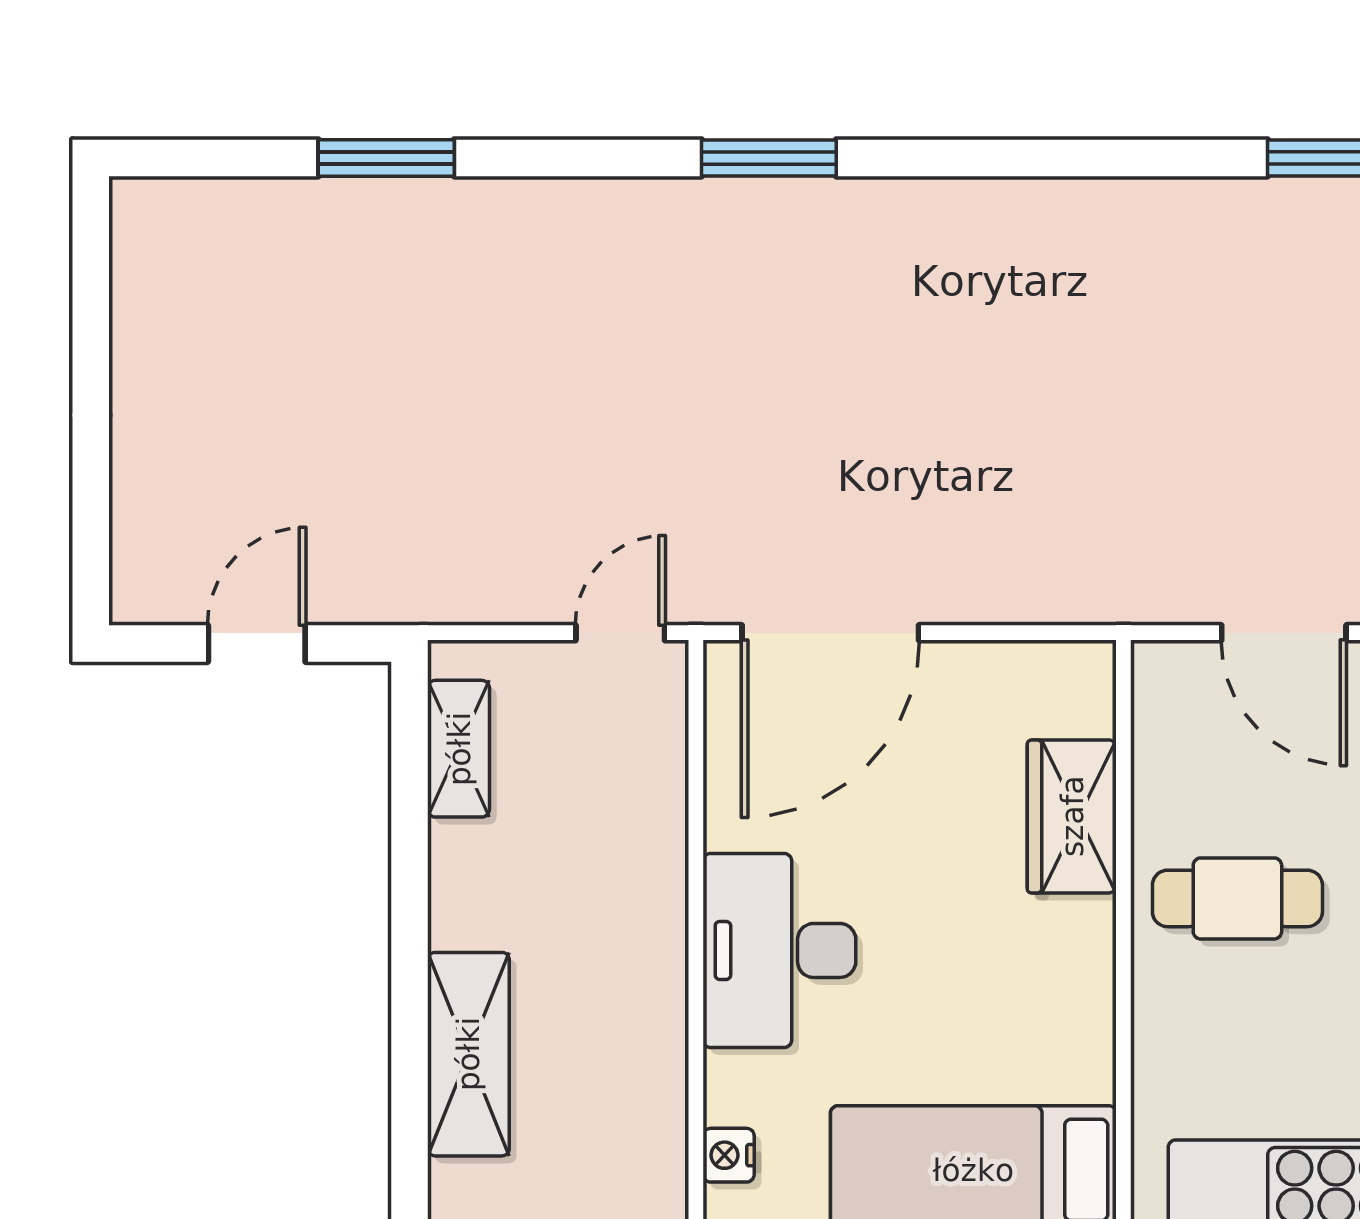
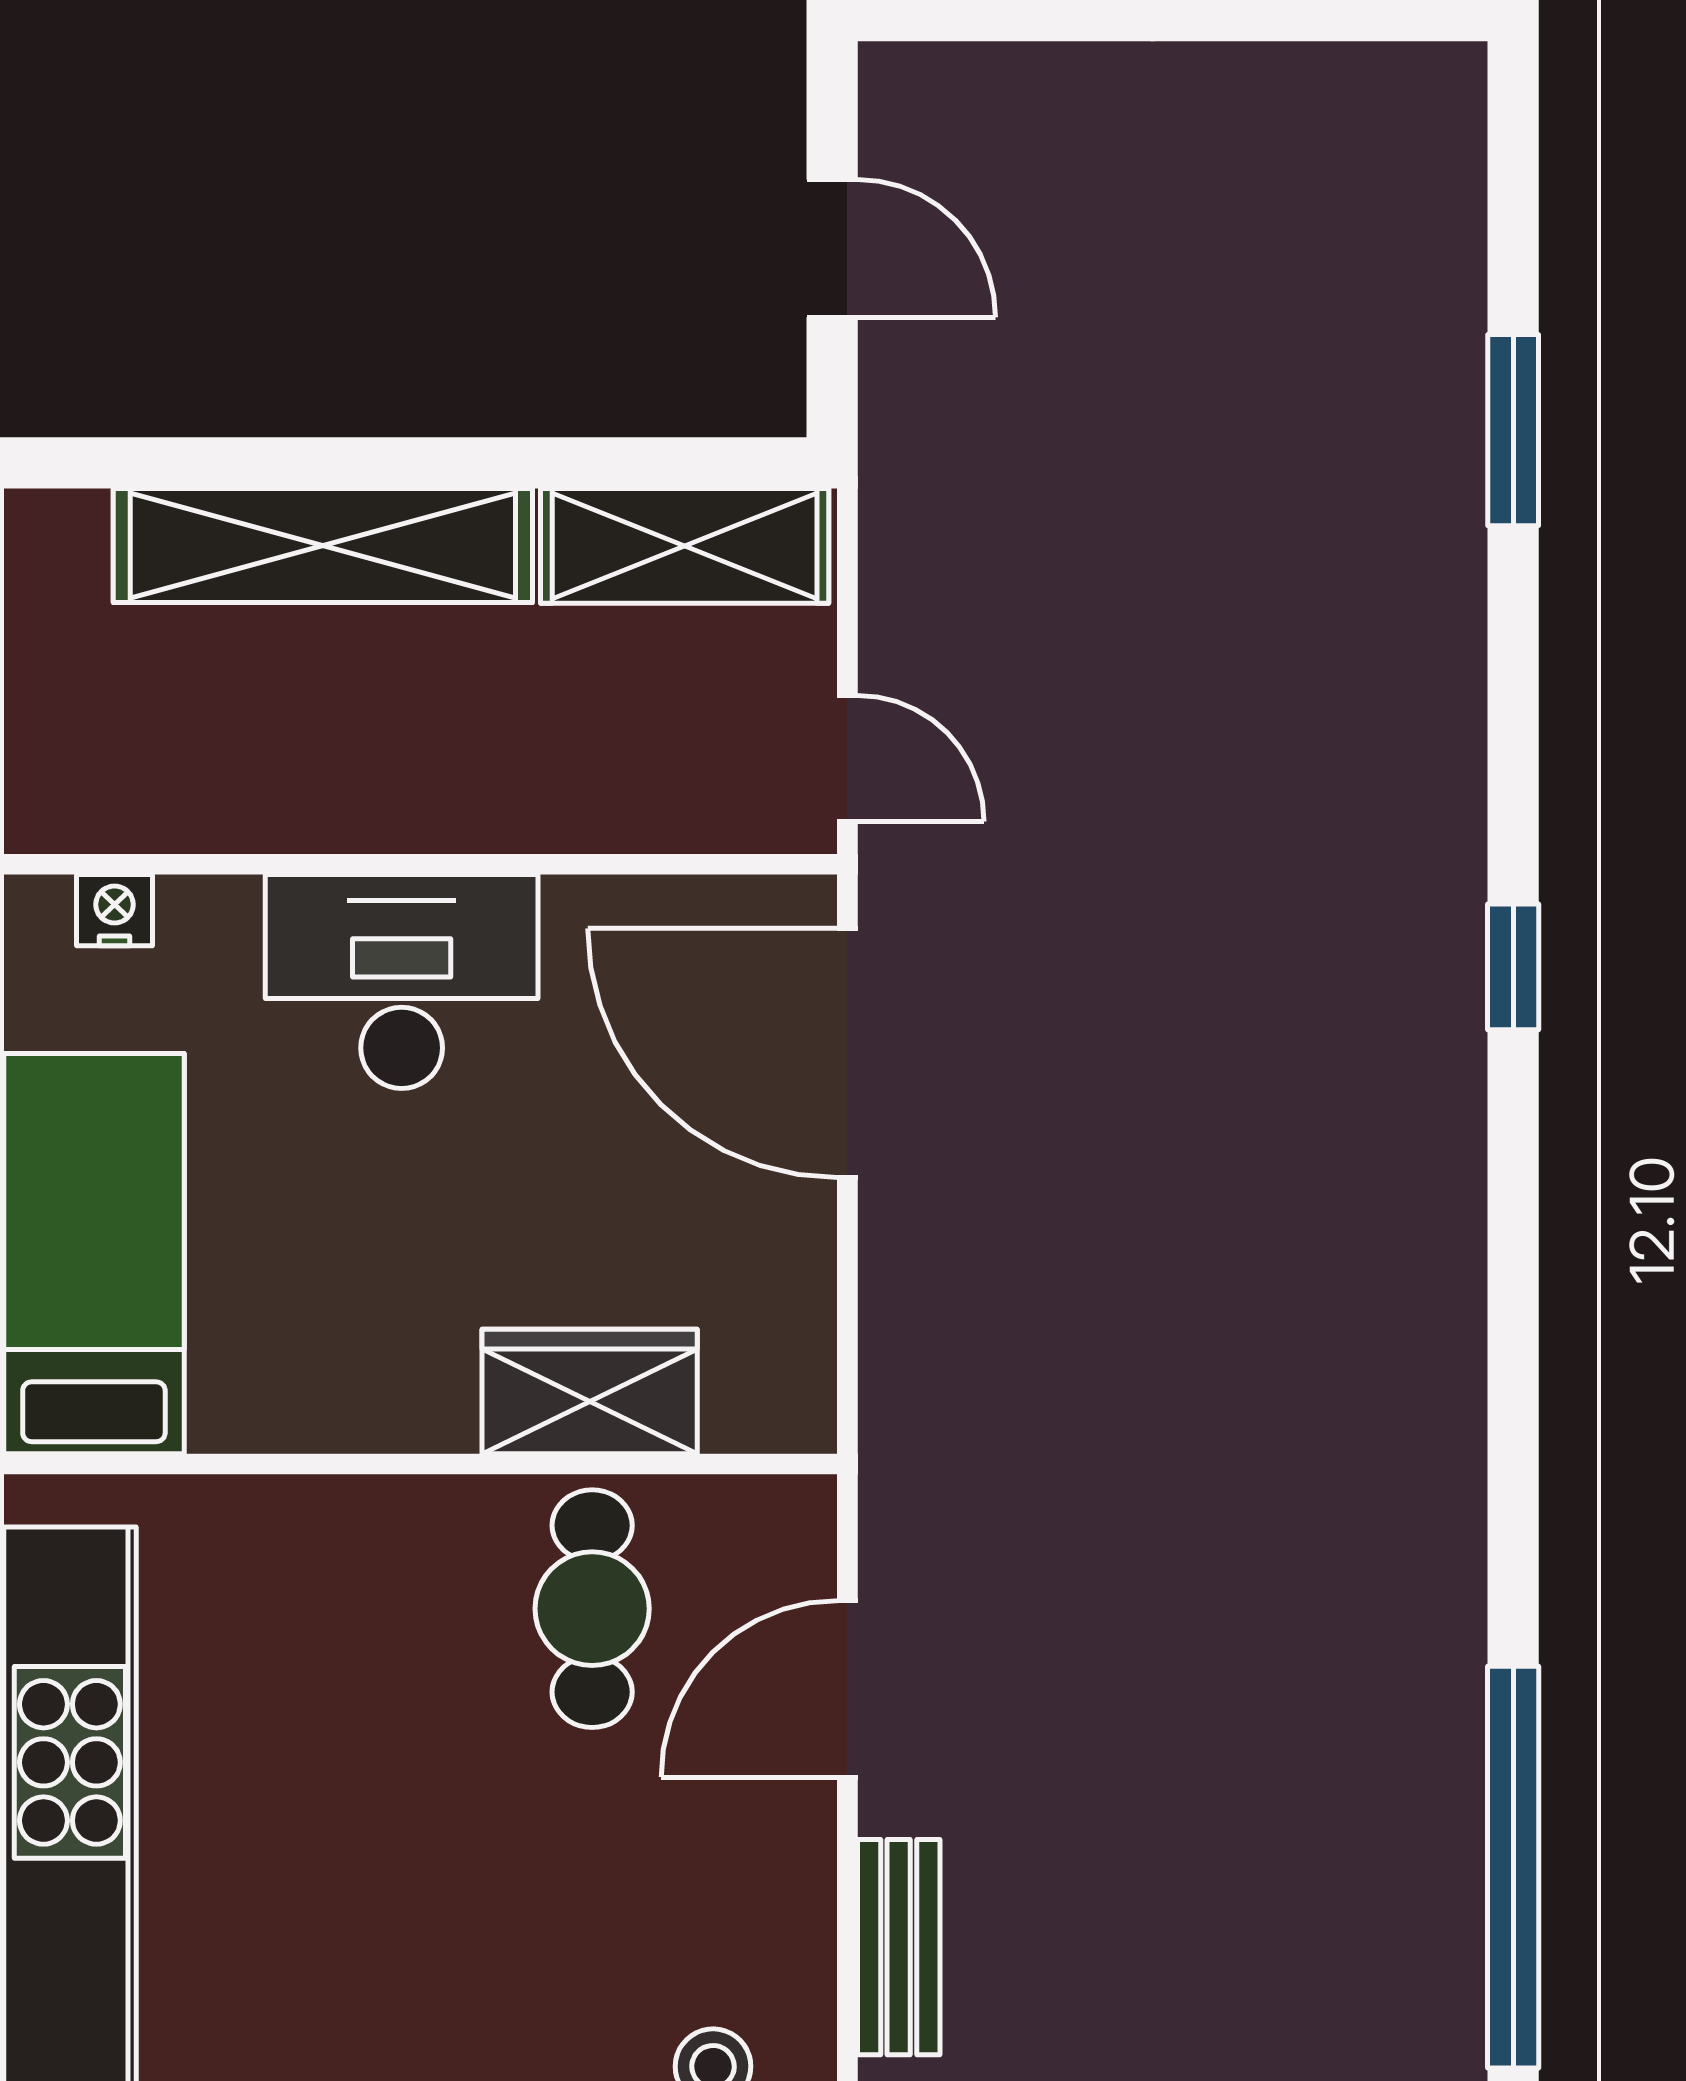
window: (769, 158) -> (1513, 967), width x0.67
shelving: (459, 749) -> (685, 546), width x1.50, depth x1.33
cafe table: (1237, 898) -> (592, 1609), moved
shelving: (468, 1054) -> (323, 545), width x1.47

